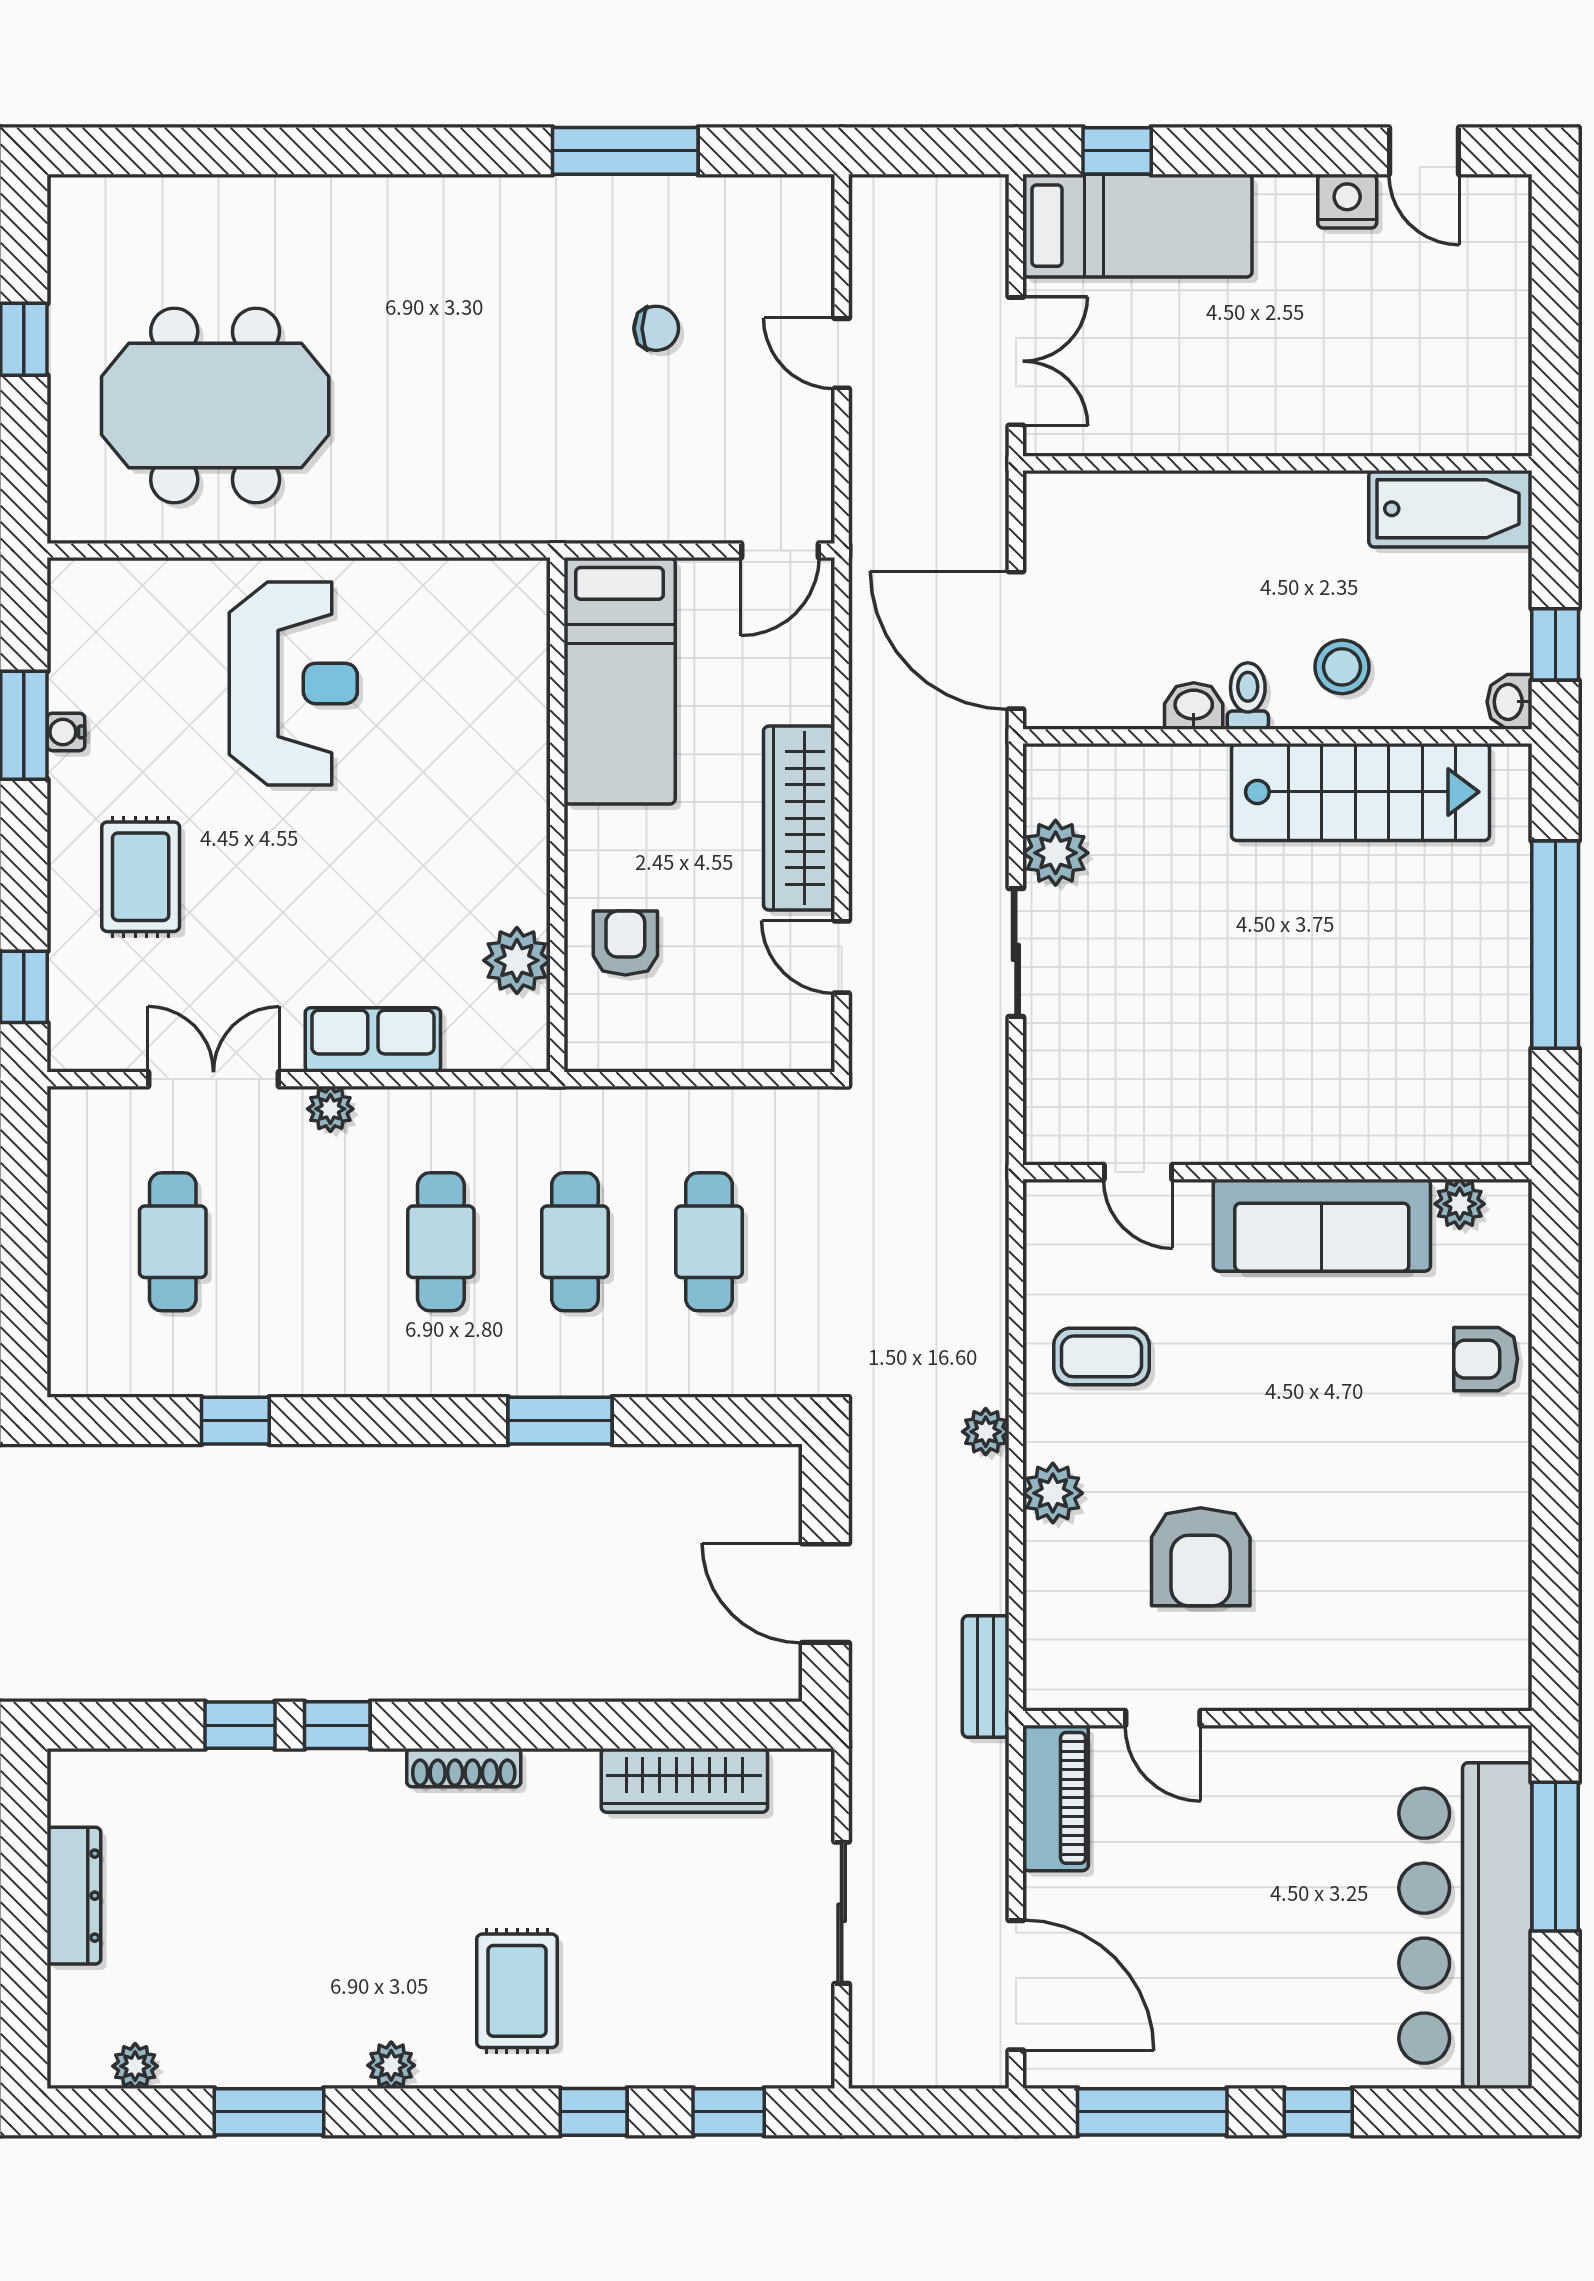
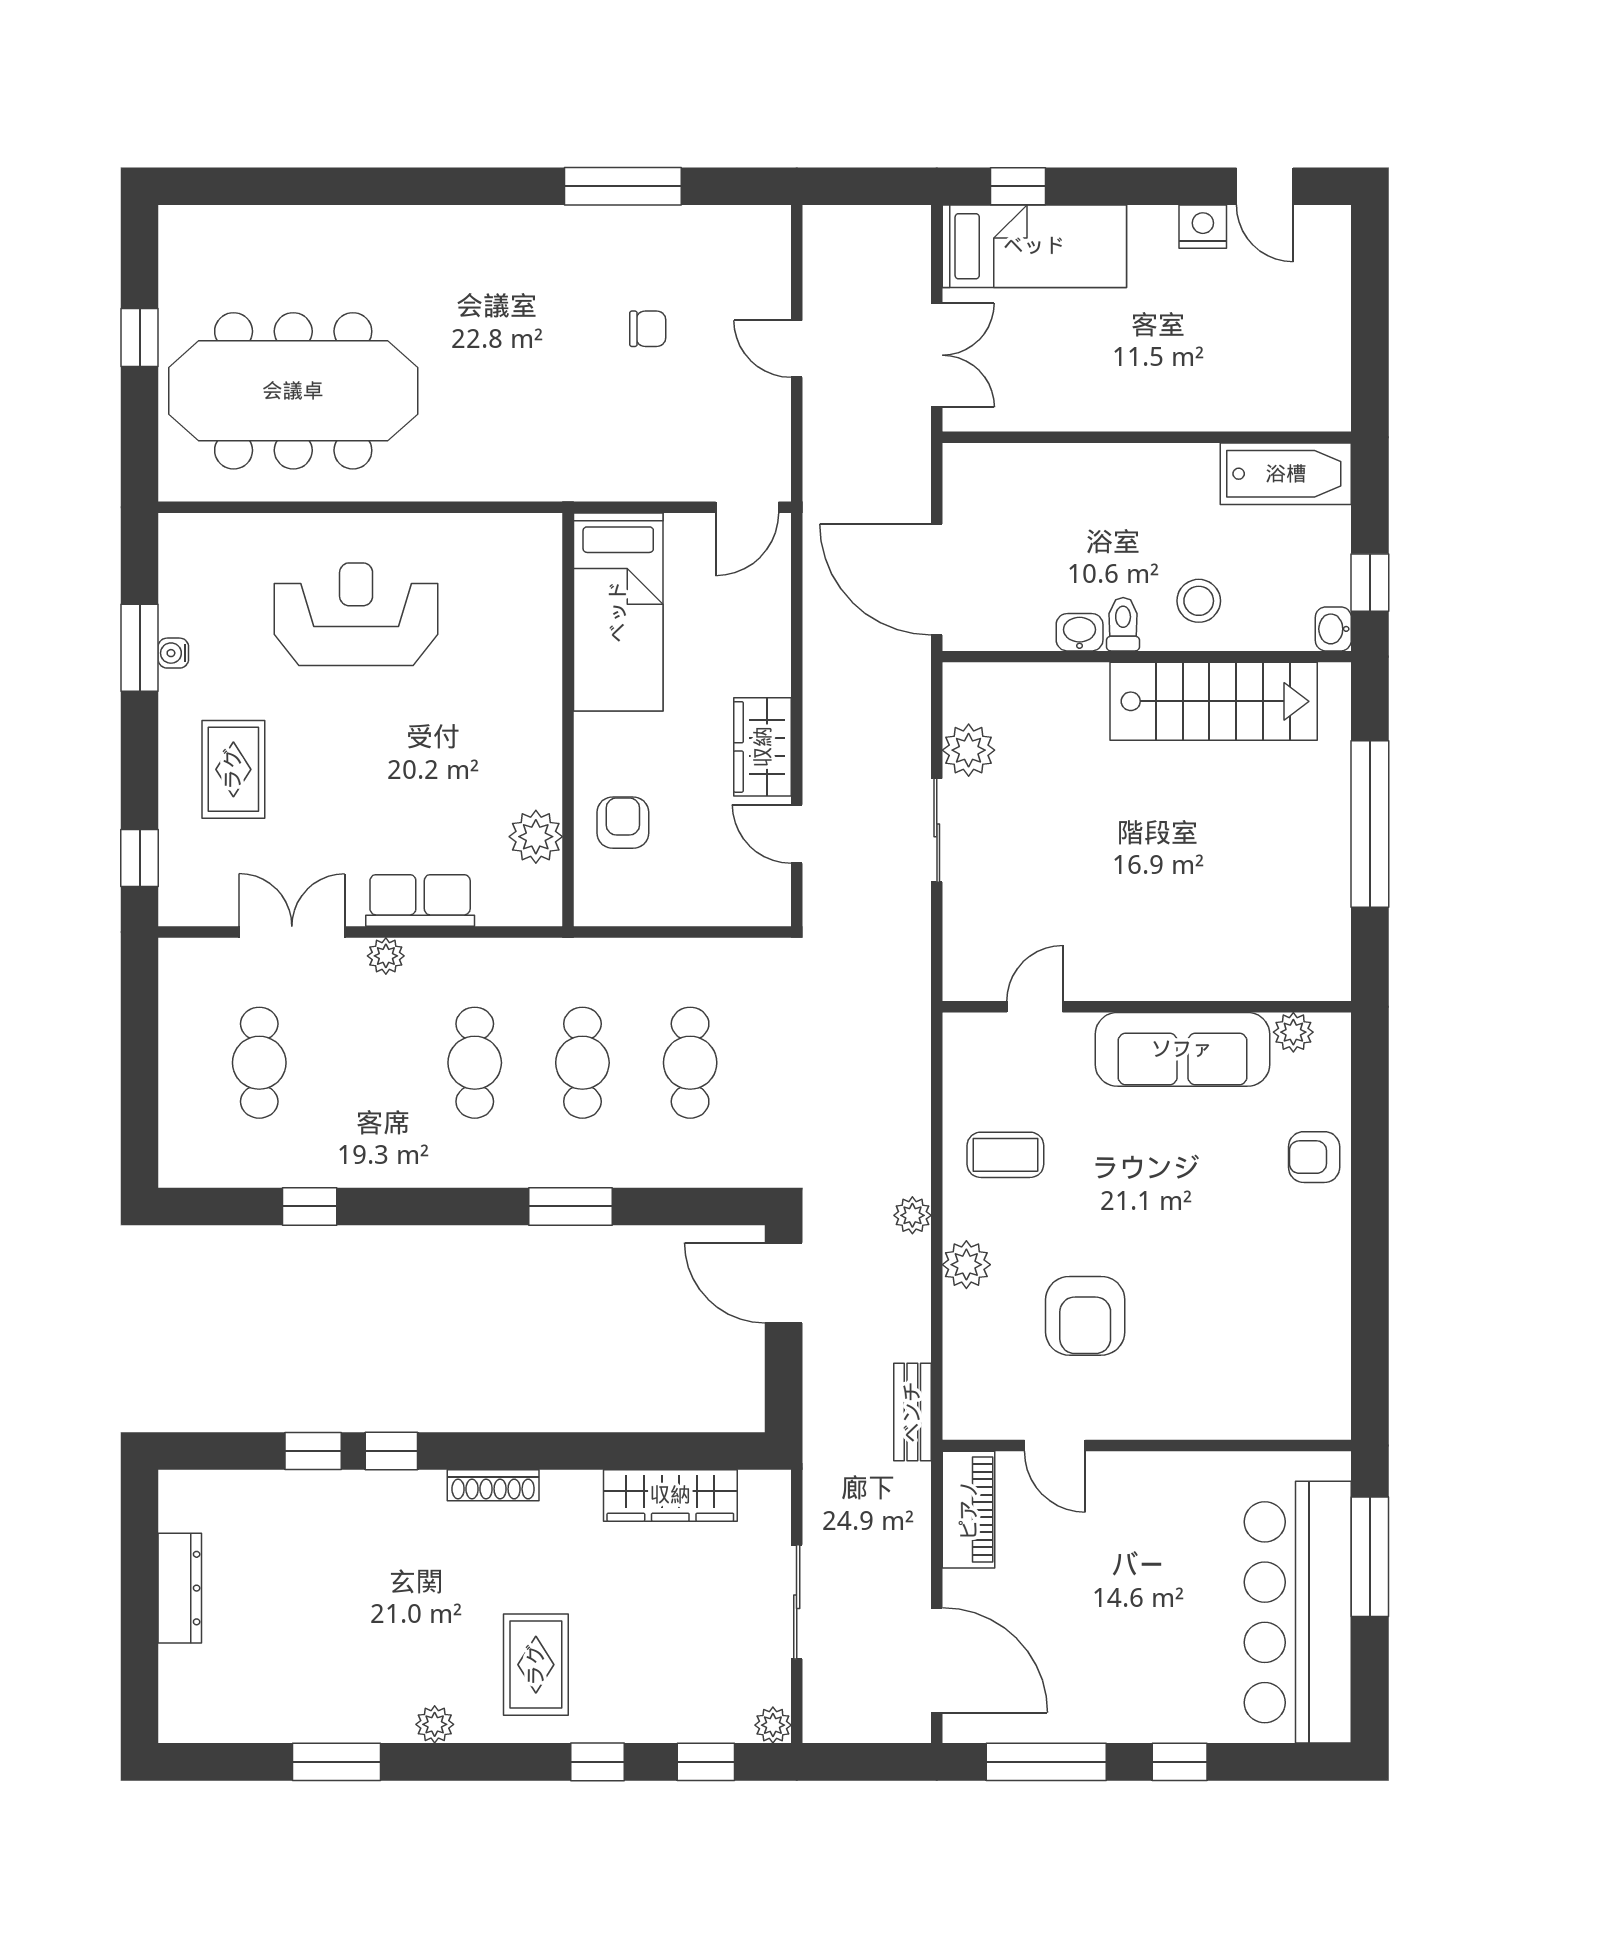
meeting table: (215, 406) -> (293, 391), width x1.36
reception desk: (293, 683) -> (356, 614), turned -90
wardrobe: (799, 818) -> (763, 747), width x0.67
door: (1138, 1172) -> (1035, 1007), swing flipped
door: (825, 1593) -> (784, 1283), moved
plant: (135, 2066) -> (773, 1725), moved

